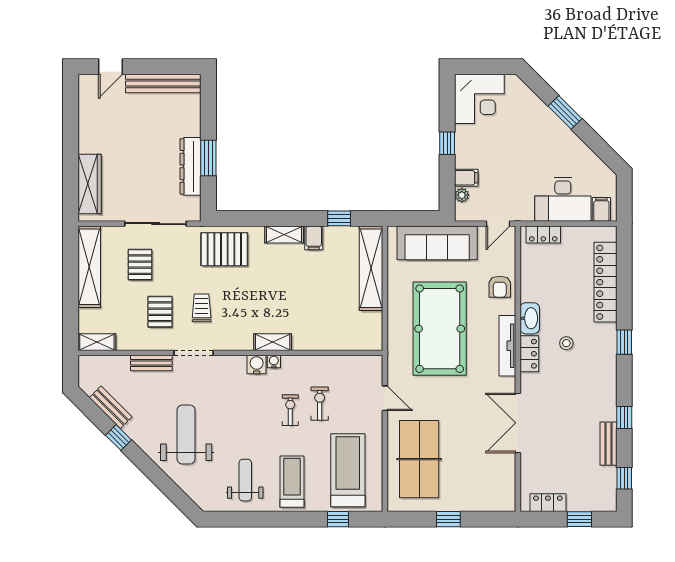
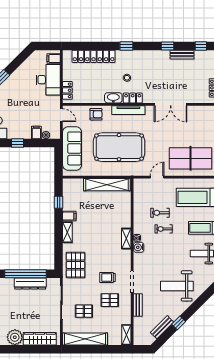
plant: (92, 138) -> (15, 337), added
window: (208, 158) -> (26, 274), width x2.11
shelving: (371, 268) -> (107, 185), moved

